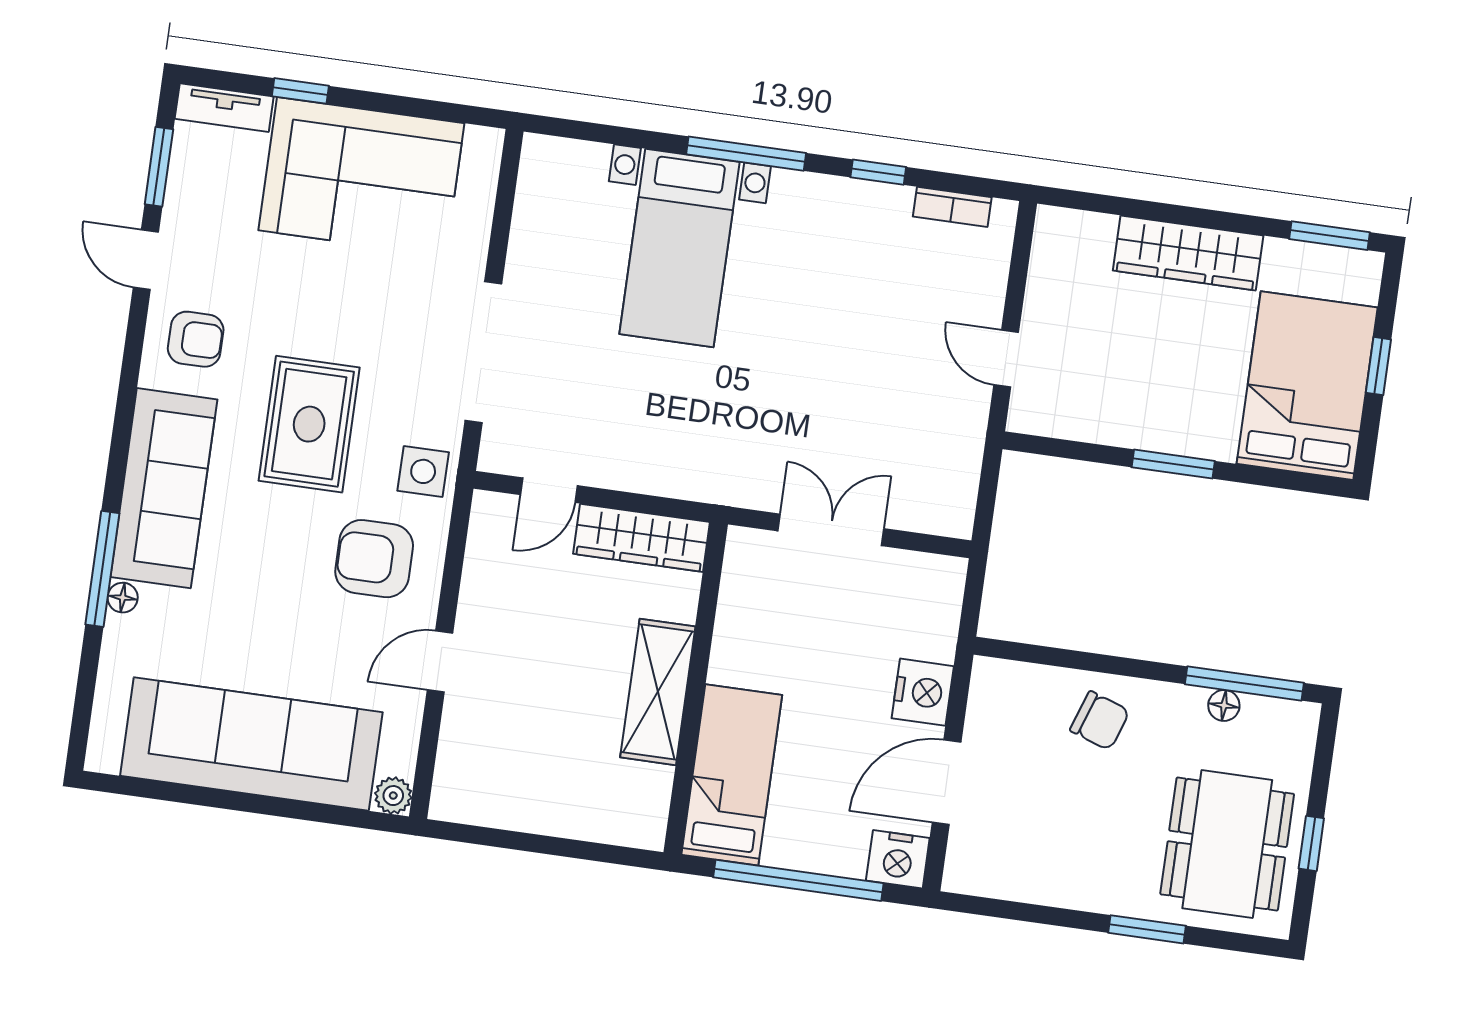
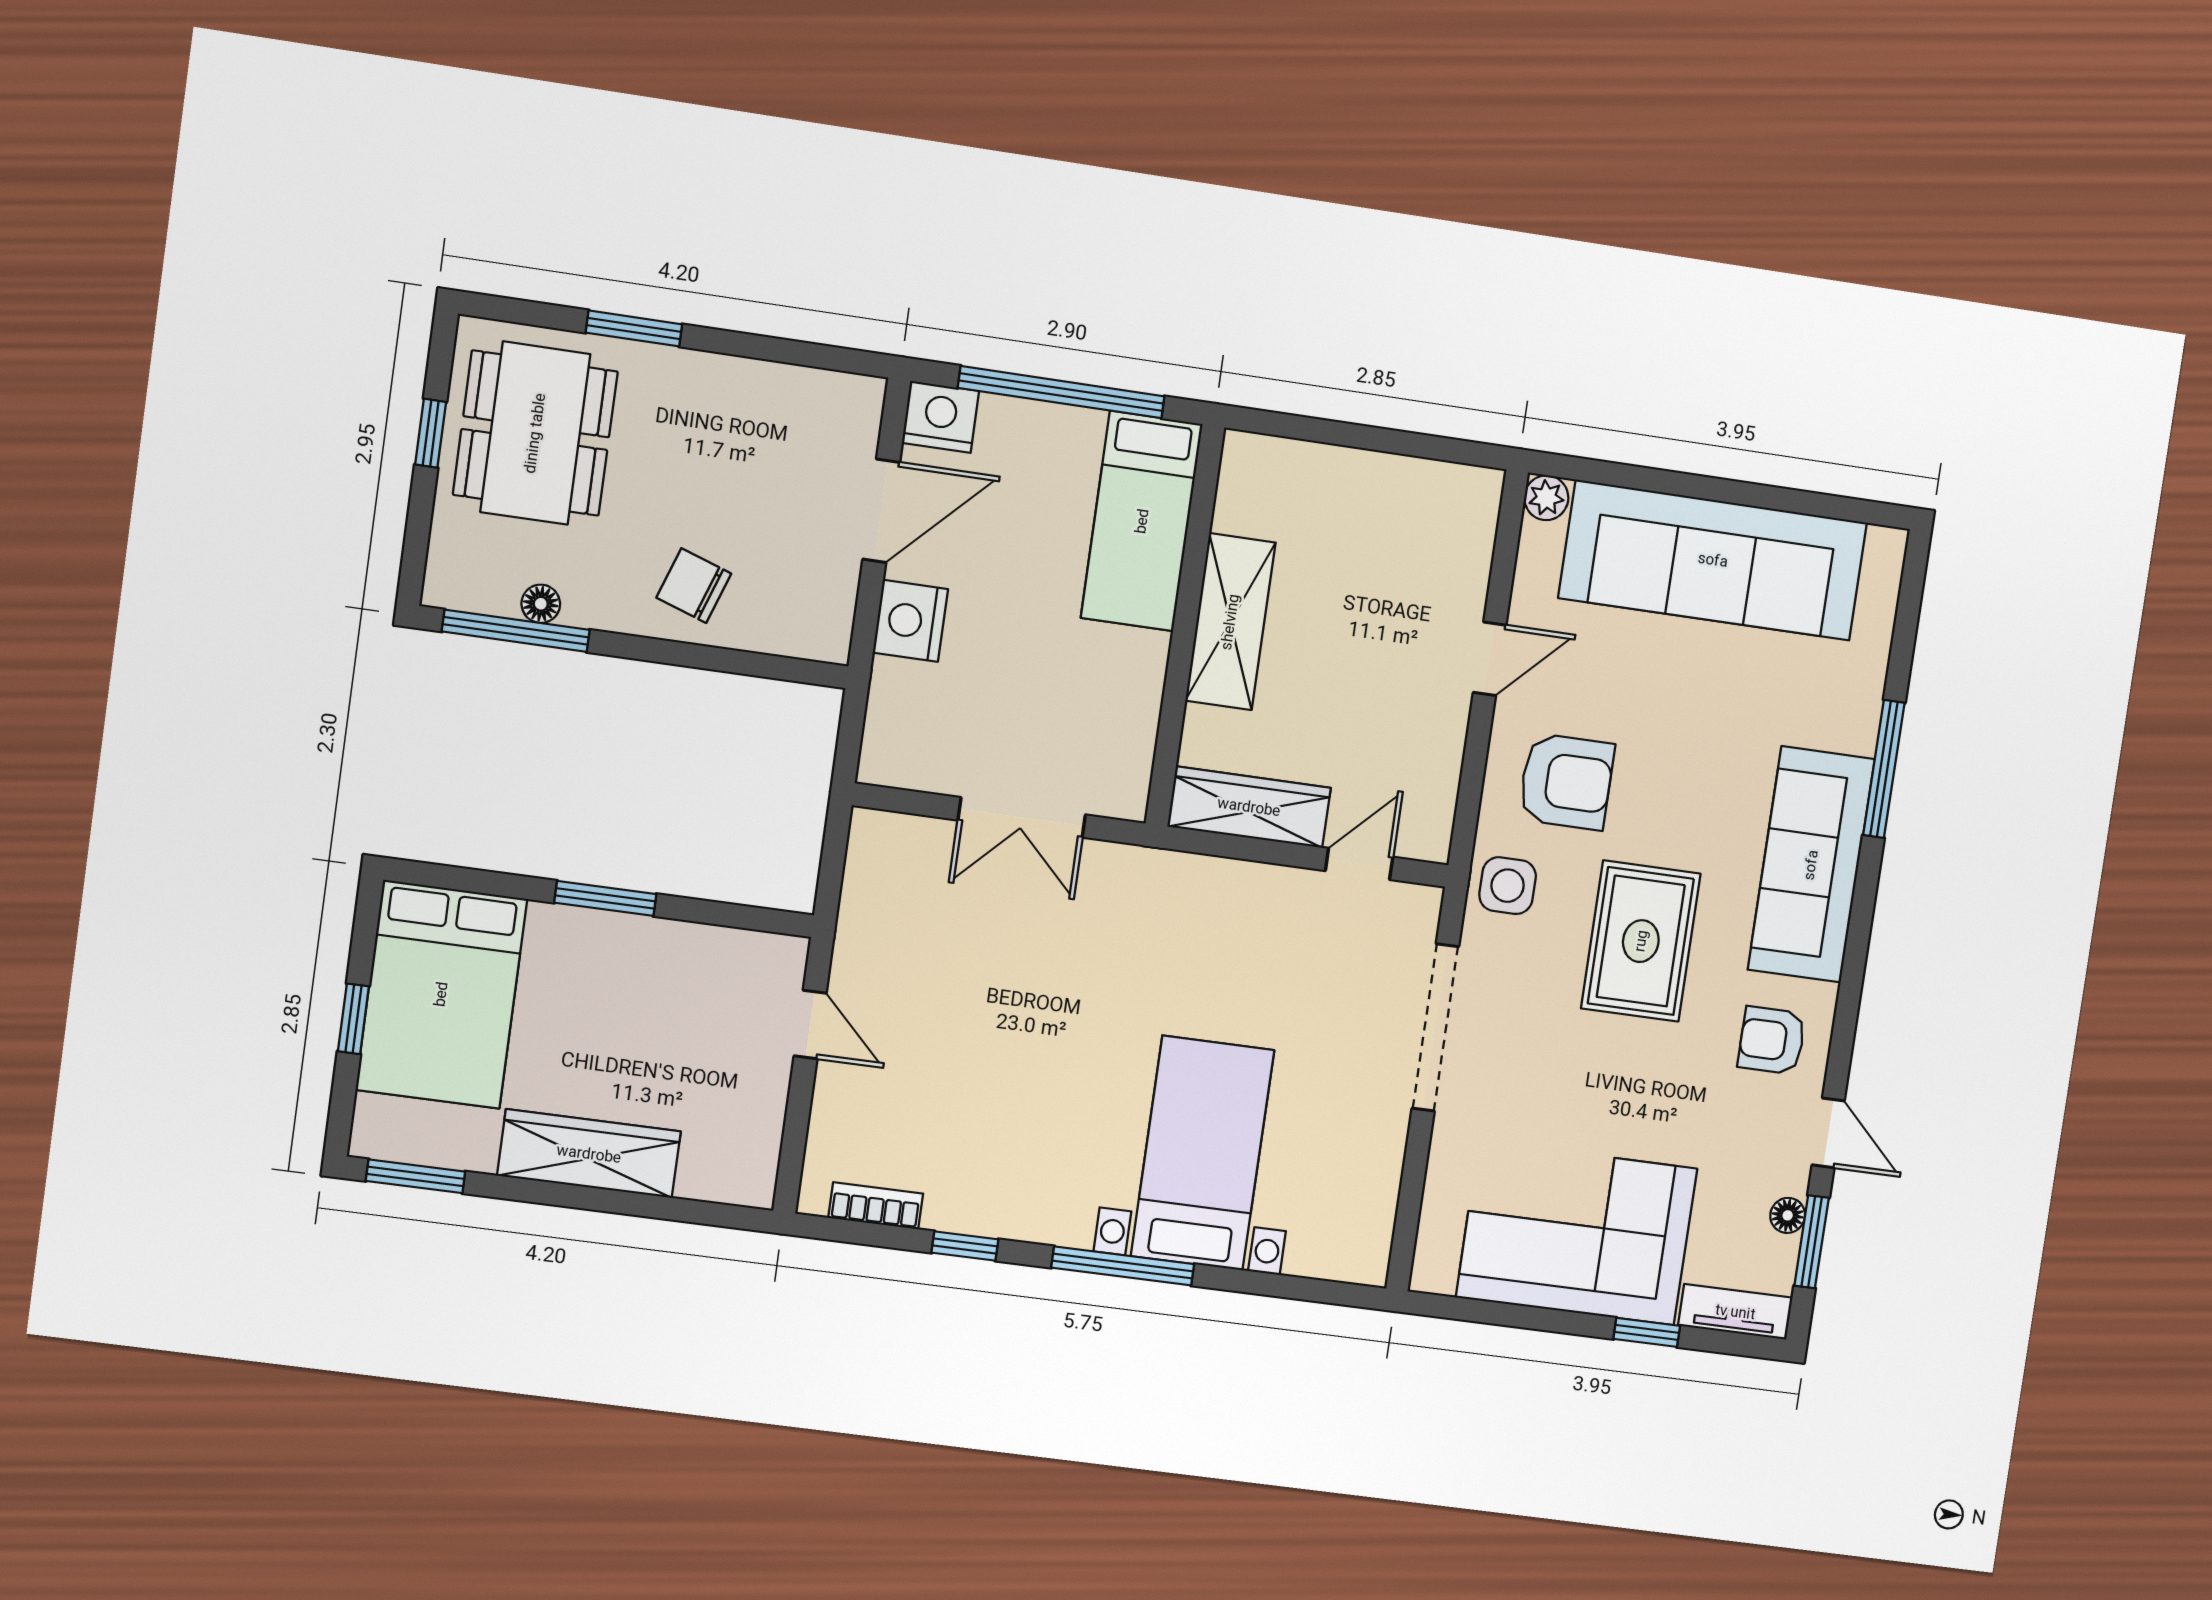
floor lamp: (123, 598) -> (1788, 1215), moved

